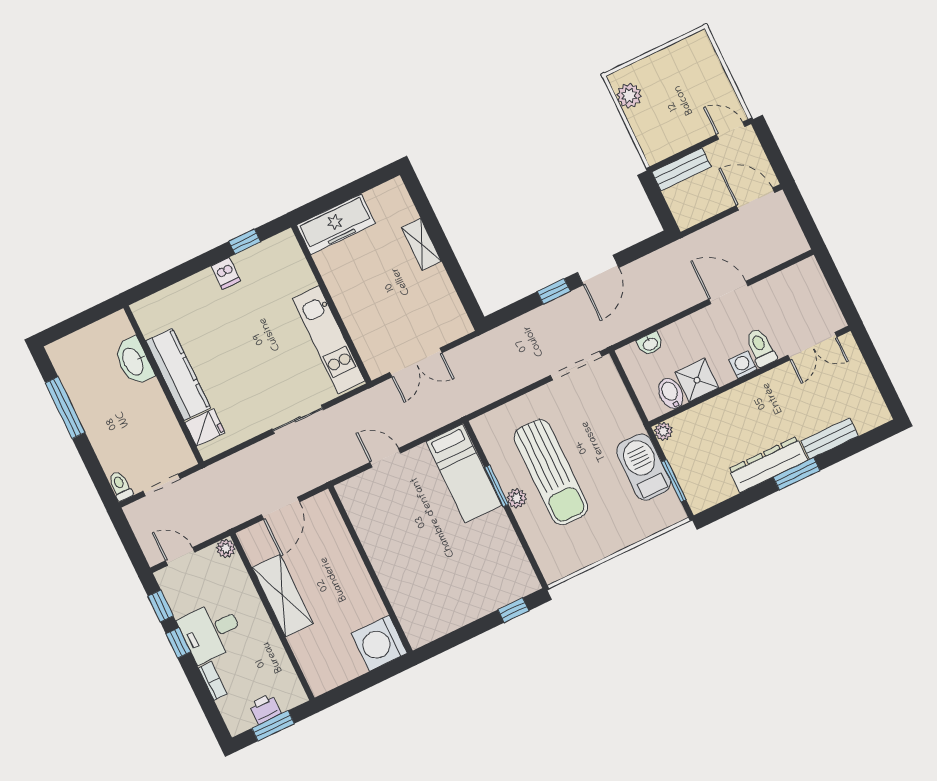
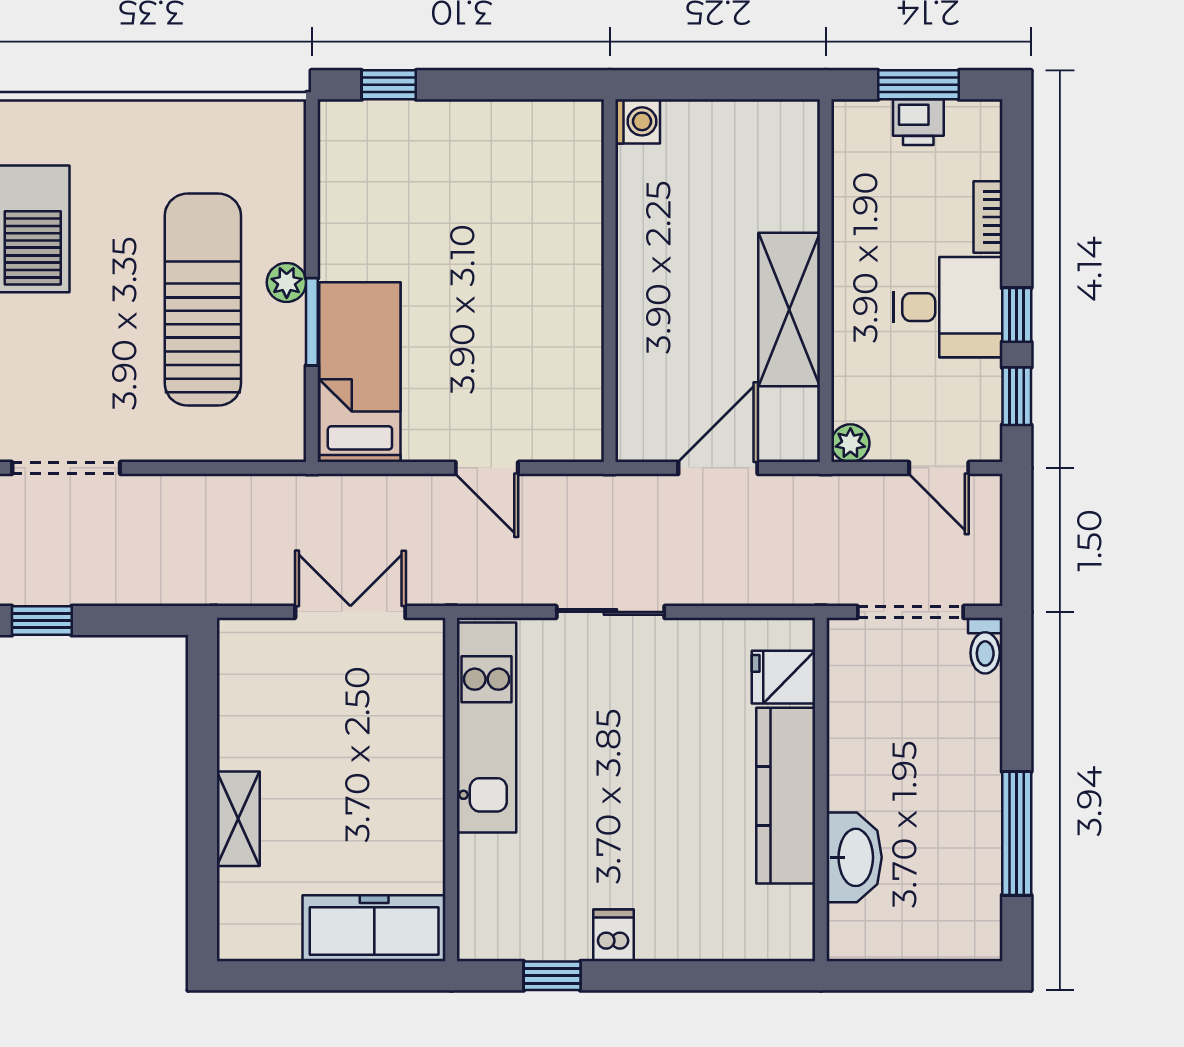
doorway: (162, 485) -> (910, 612), width x1.38
washing machine: (379, 643) -> (638, 121), width x0.53, depth x0.53

